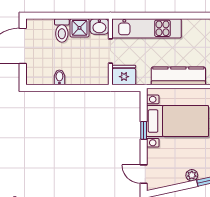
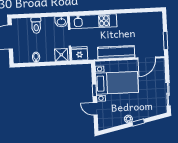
shower: (80, 28) -> (61, 55), moved
door: (144, 174) -> (95, 109), moved

